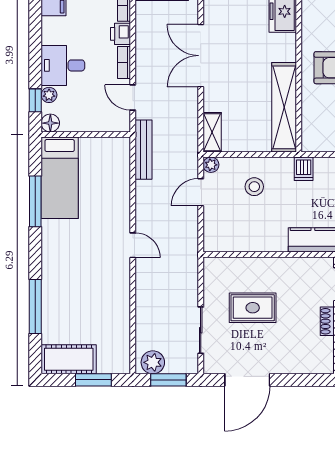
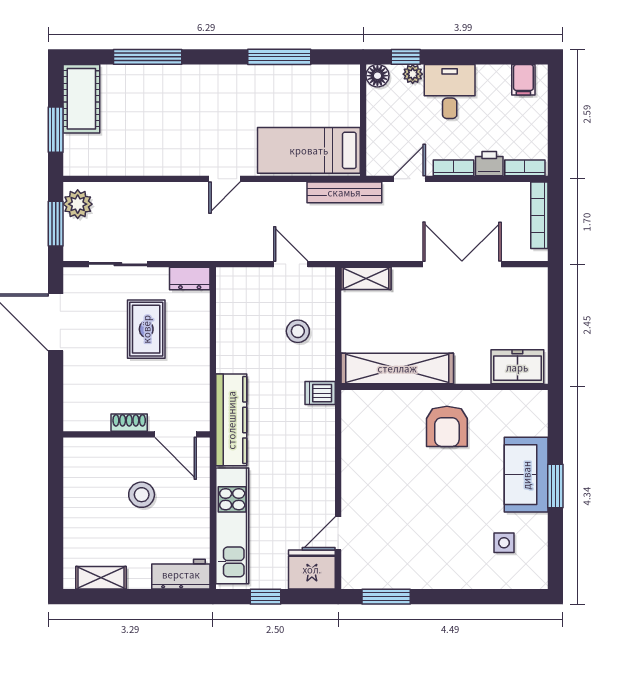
plant: (211, 165) -> (325, 277), removed
bed: (60, 178) -> (309, 150), moved
dresser: (212, 273) -> (190, 278), added

